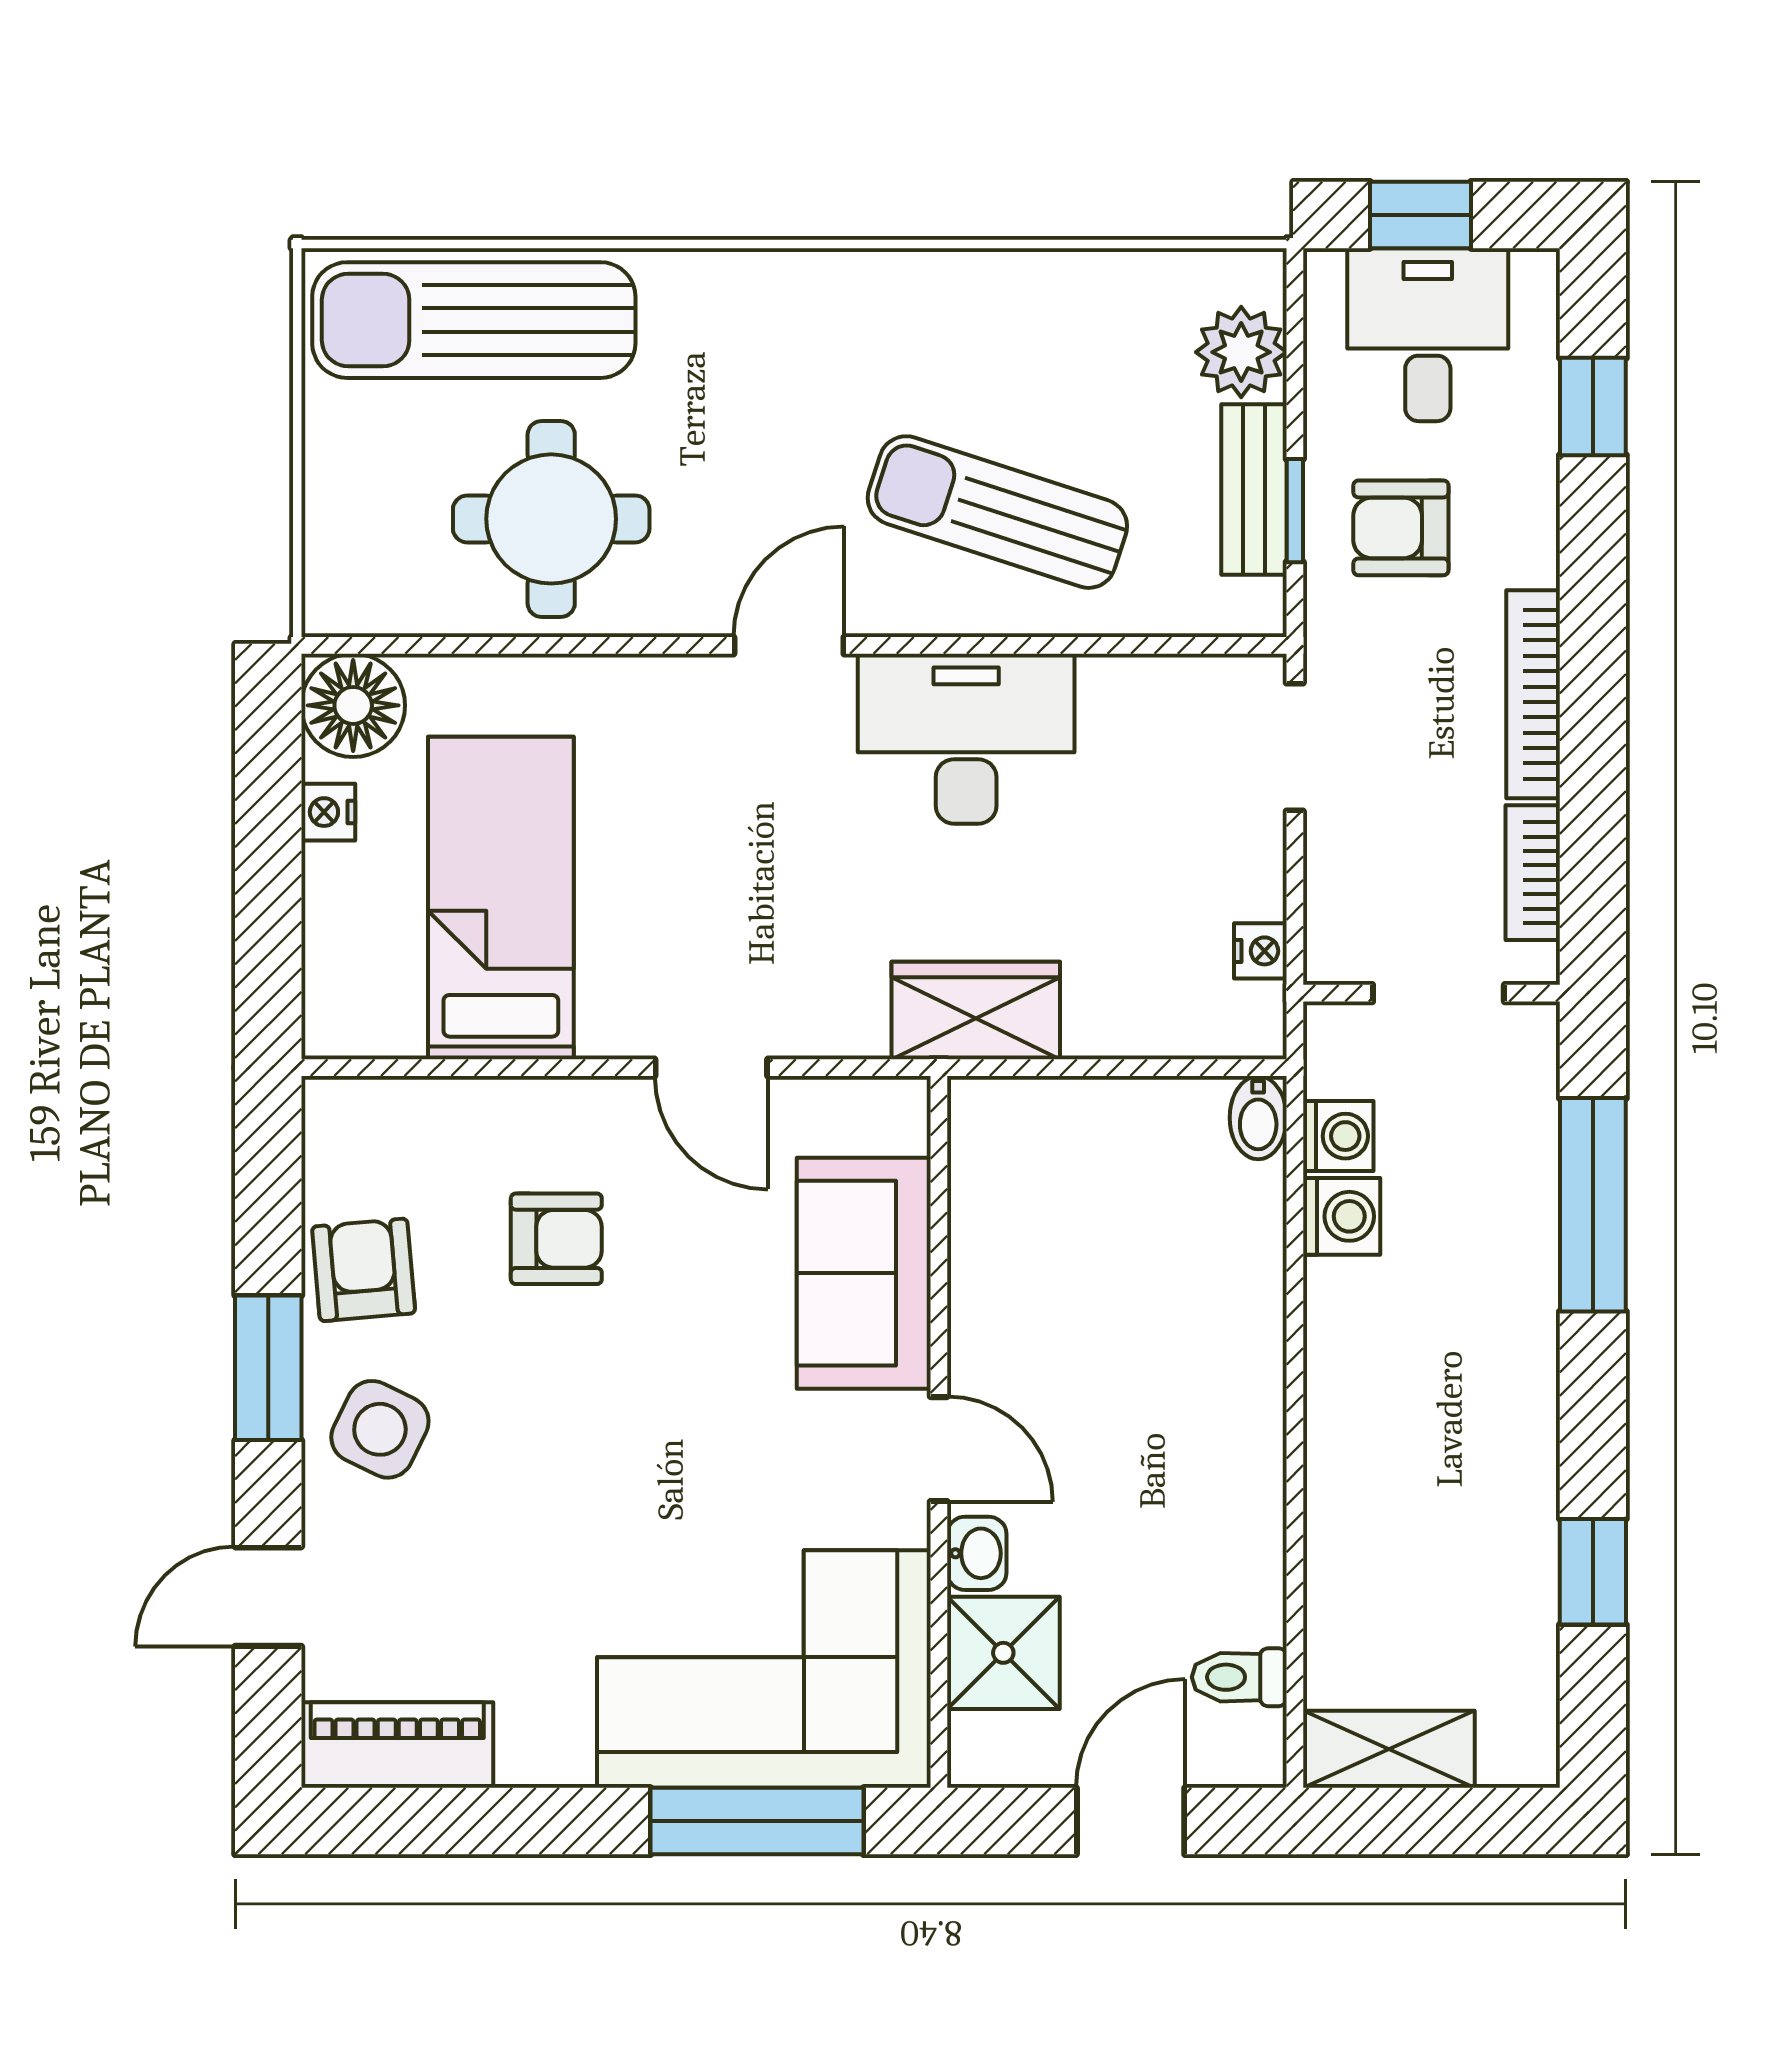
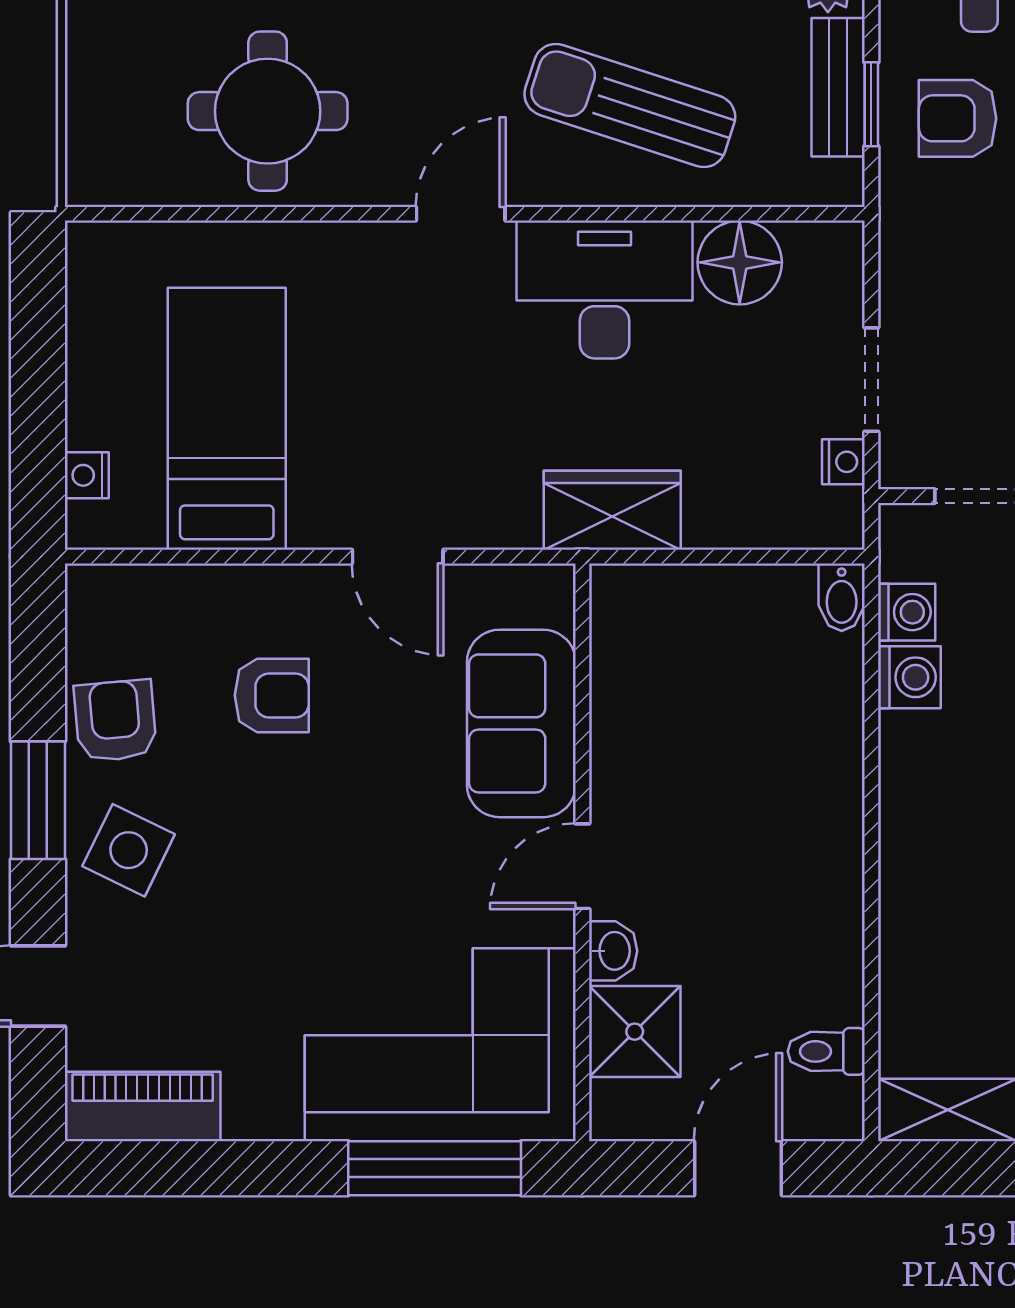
floor lamp: (353, 705) -> (740, 262), moved
doorway: (1295, 747) -> (871, 380), moved
nightstand: (328, 812) -> (87, 475), moved
door: (939, 1449) -> (582, 866), swing flipped

